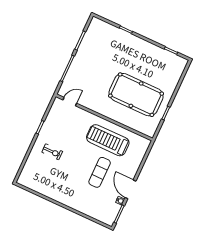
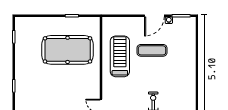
pool table: (136, 95) -> (68, 50), turned 90
treadmill: (108, 140) -> (120, 56), turned 180

